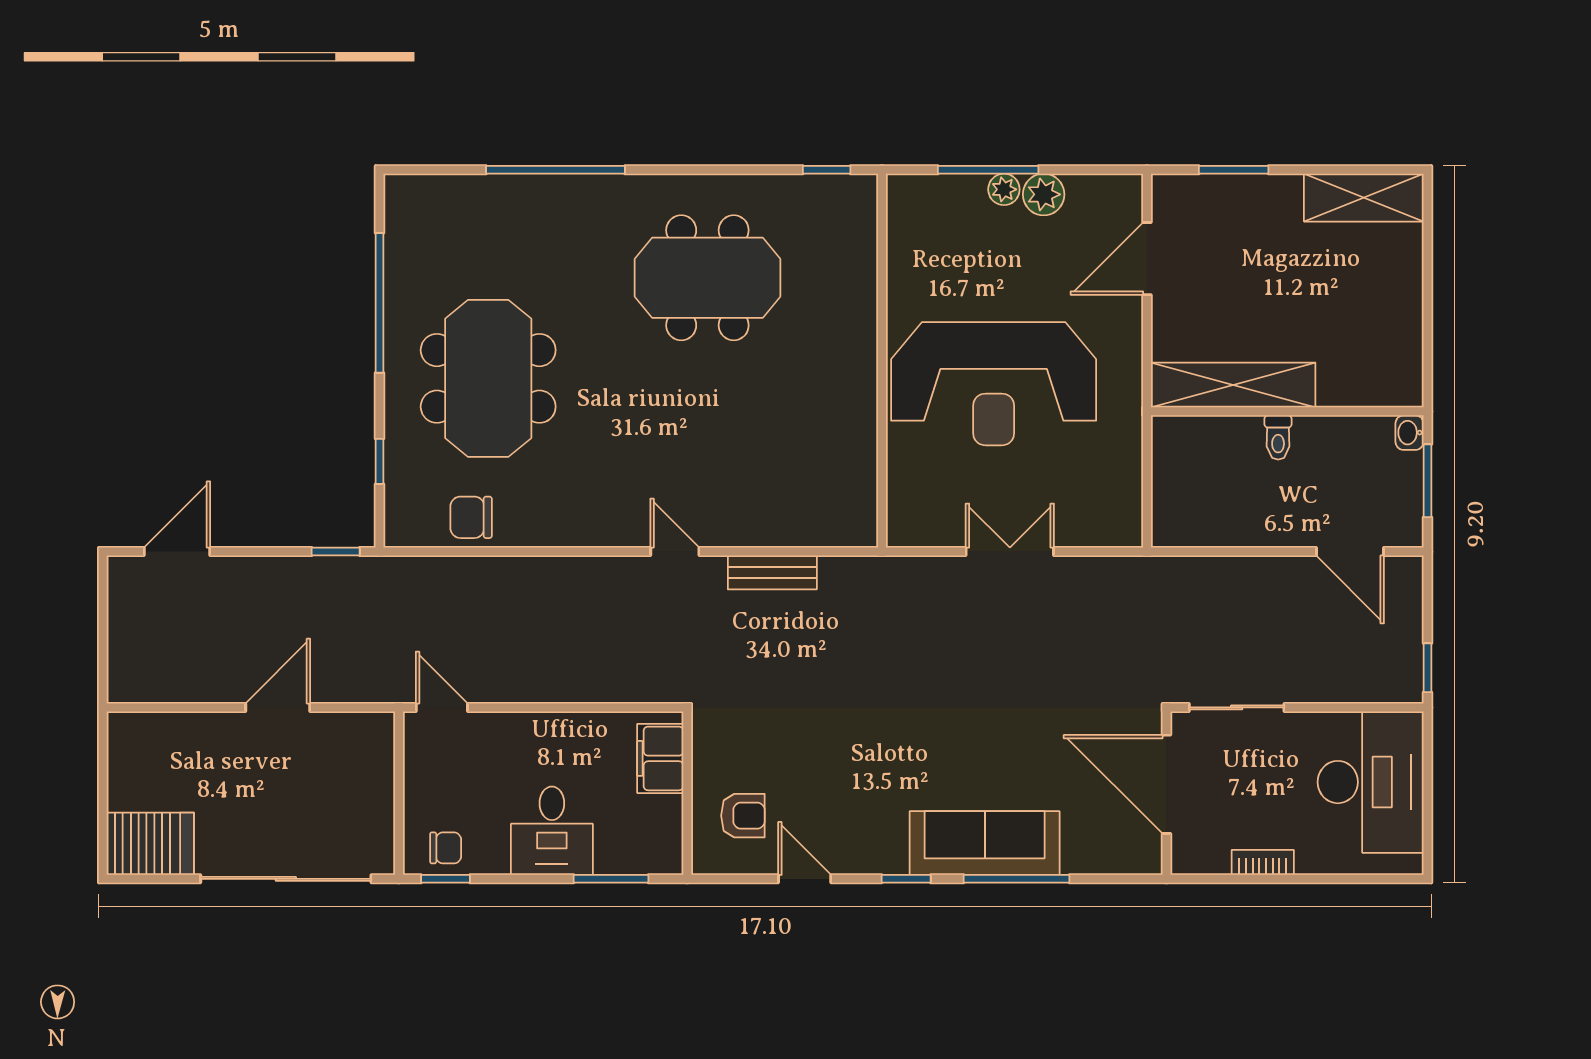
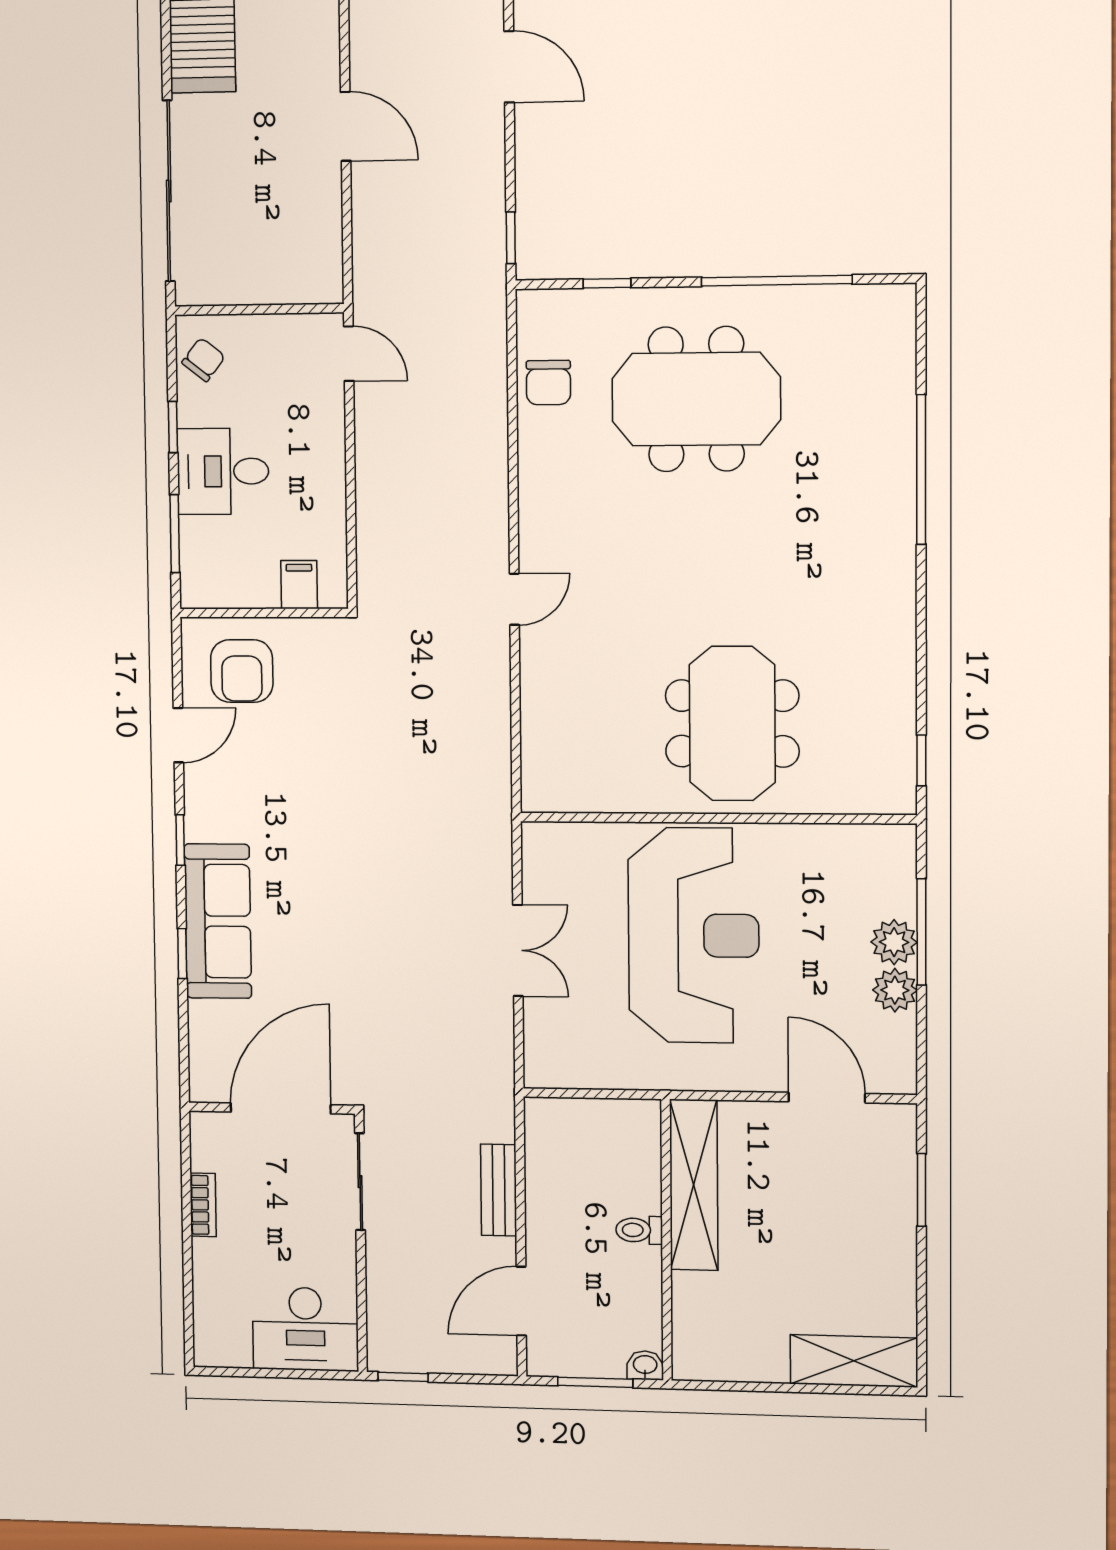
plant: (1004, 189) -> (894, 942), width x1.38, depth x1.38
shelving: (1364, 198) -> (854, 1361), moved, turned 90
meeting table: (707, 278) -> (732, 723), moved
reception desk: (994, 384) -> (694, 935), turned 180
chair: (471, 517) -> (548, 382), turned 180
bench: (772, 572) -> (499, 1190), moved
door: (278, 707) -> (346, 126), moved
door: (442, 707) -> (349, 354), hinge flipped
filing cabinet: (660, 758) -> (299, 585), width x0.50
desk: (1371, 782) -> (305, 1329), width x0.73, depth x0.77
armchair: (743, 816) -> (242, 671), width x1.38, depth x1.38
chair: (446, 848) -> (203, 360), turned -142
window: (445, 879) -> (173, 427), moved
window: (1017, 879) -> (182, 954), width x0.46

